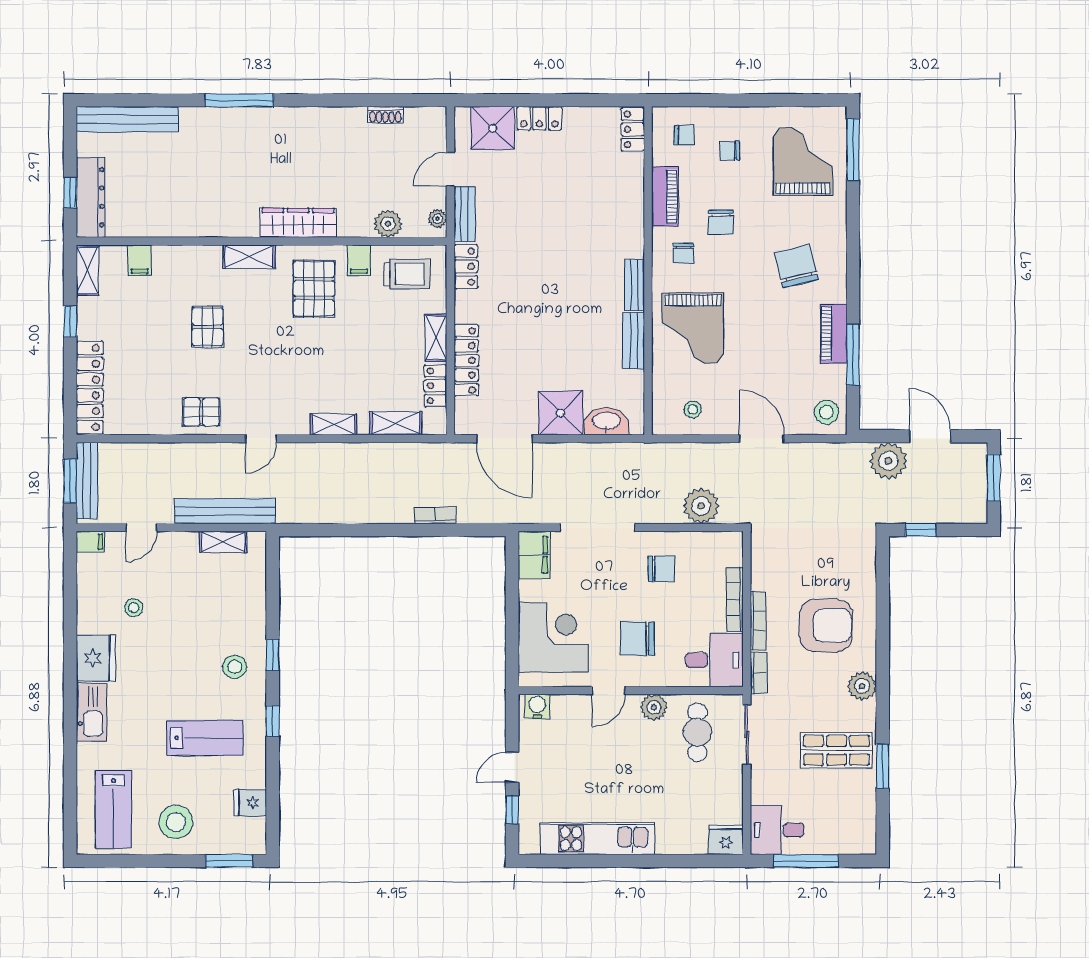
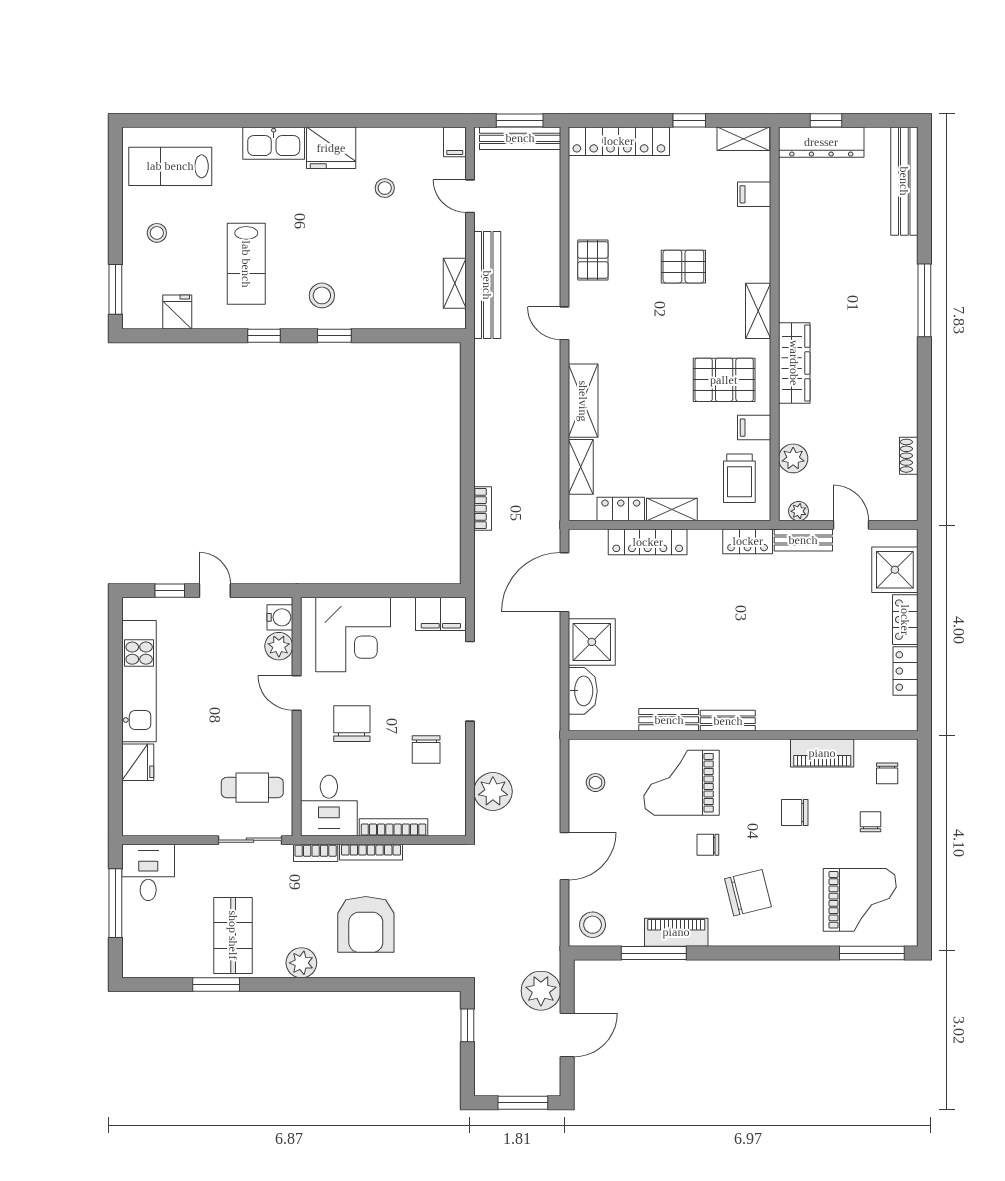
locker: (633, 129) -> (905, 671), moved, turned -90
chair: (684, 253) -> (708, 845), moved
shelving: (333, 425) -> (583, 401), width x1.50, depth x1.33
plant: (654, 707) -> (279, 646), moved
stool: (176, 822) -> (157, 233), width x0.53, depth x0.53
fridge: (726, 840) -> (138, 762), moved

